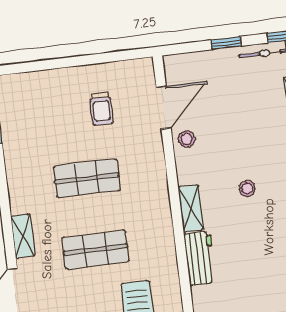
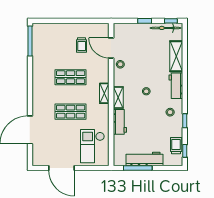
door: (164, 108) -> (111, 48), swing flipped
shelving: (23, 236) -> (104, 93), moved

